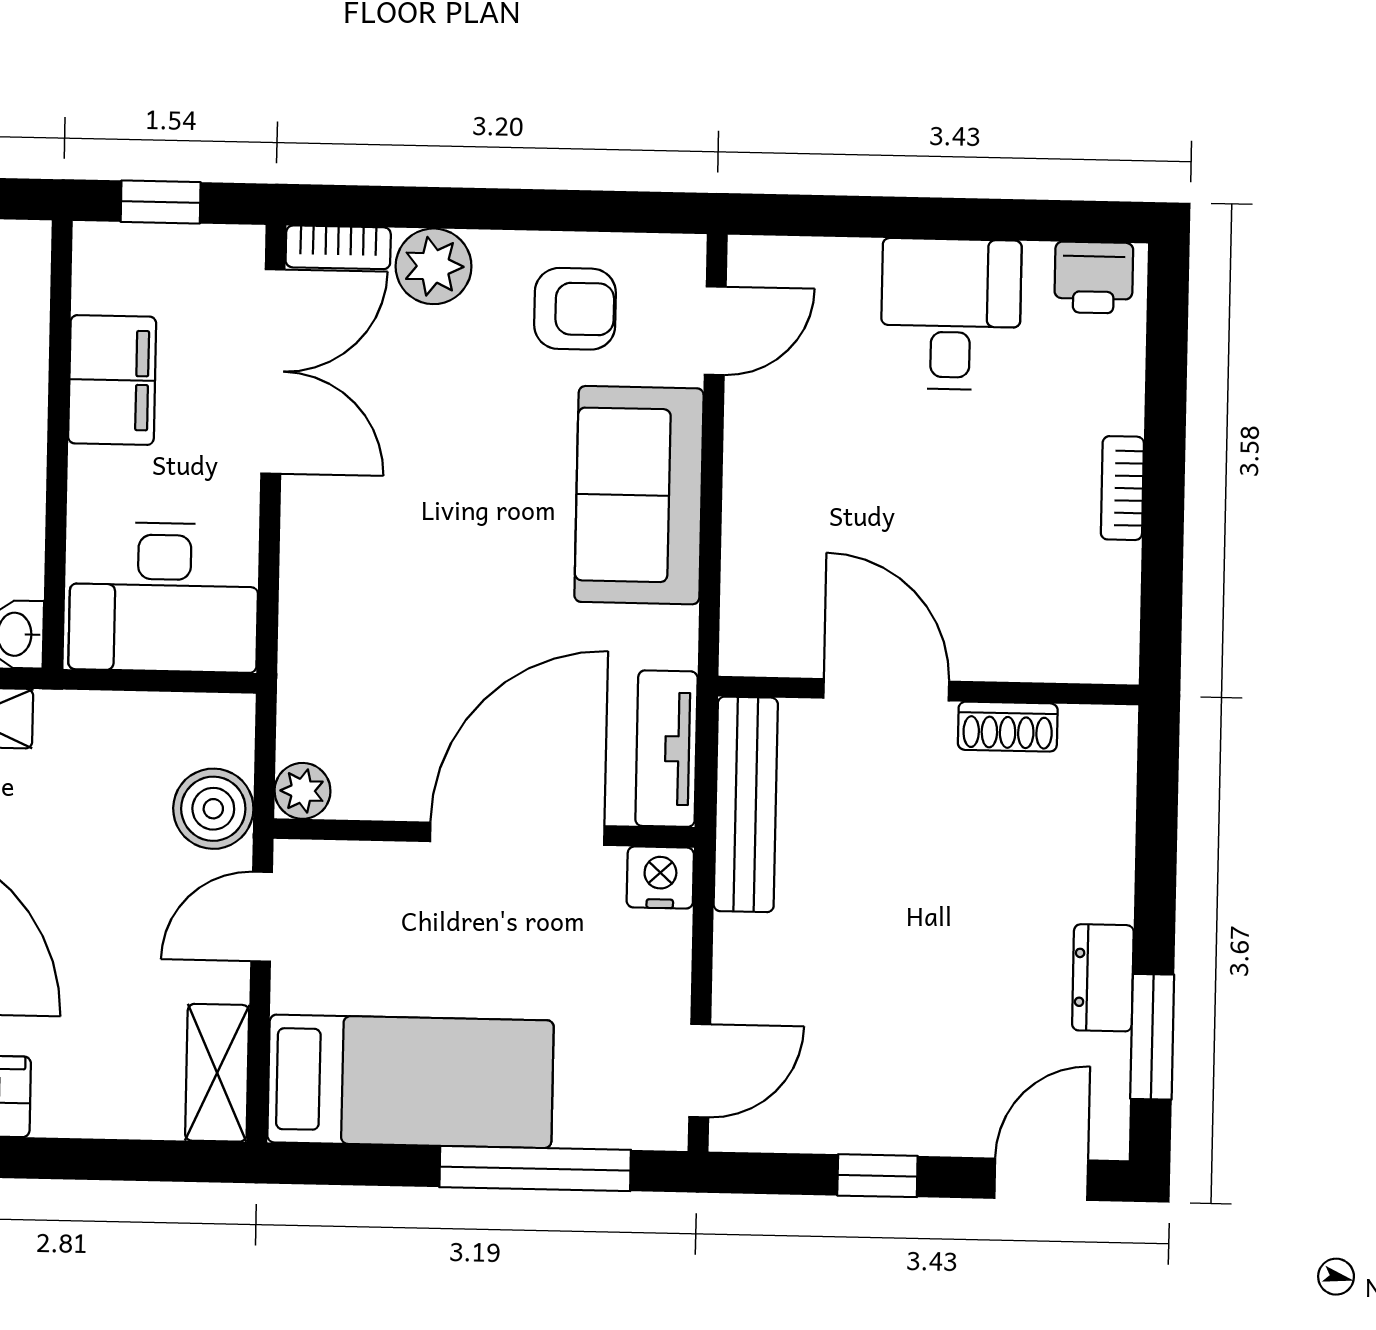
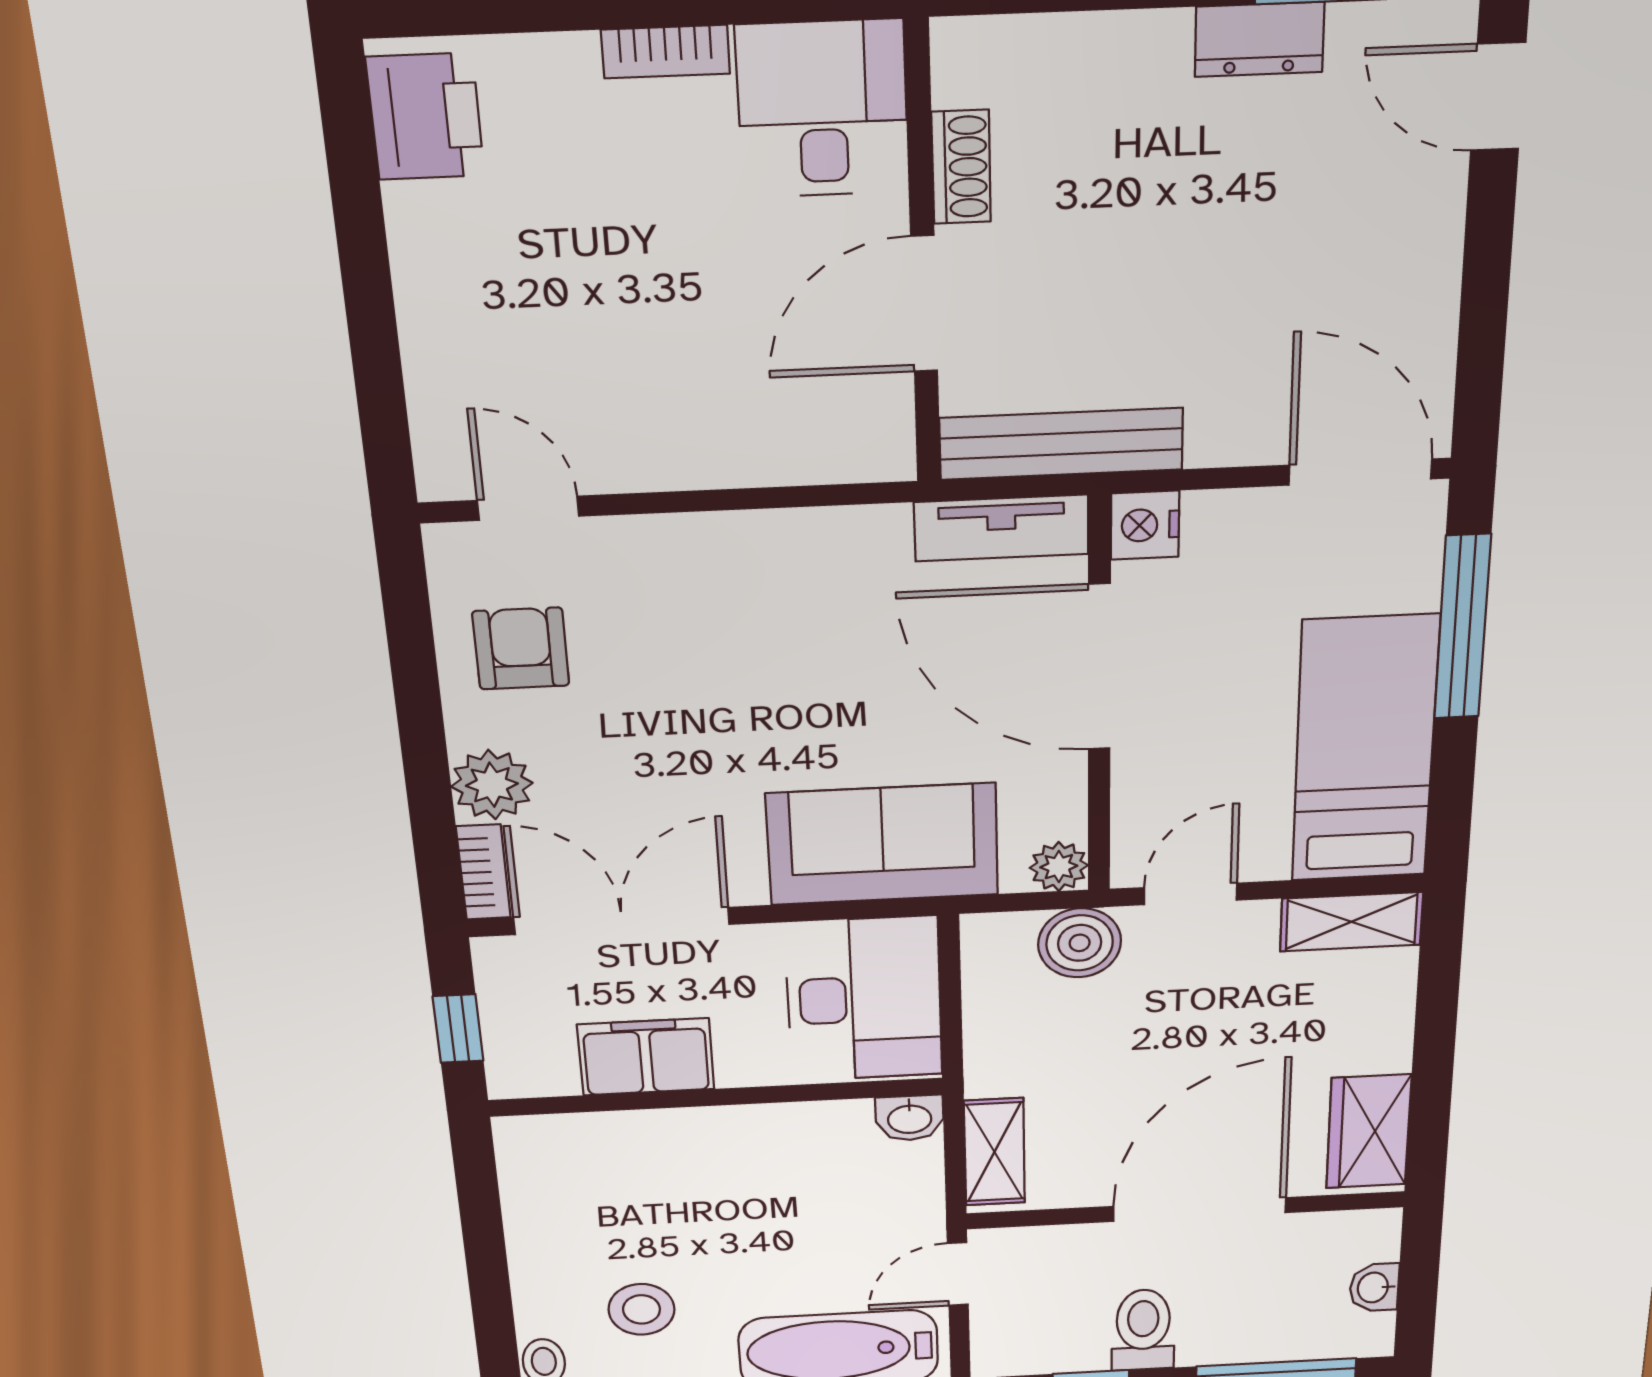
printer: (1094, 278) -> (425, 117), width x1.36, depth x1.24
desk: (951, 314) -> (823, 109), moved, turned 90
sofa: (639, 495) -> (883, 844), moved, turned 180
door: (262, 917) -> (1191, 894), swing flipped
door: (700, 1071) -> (1360, 472), width x1.38
window: (877, 1176) -> (1486, 279), removed

